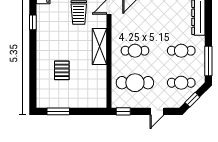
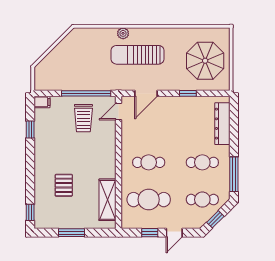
shelving: (100, 47) -> (107, 200), moved
window: (33, 94) -> (30, 212), added
window: (58, 111) -> (72, 233), moved
window: (123, 111) -> (150, 233), moved

